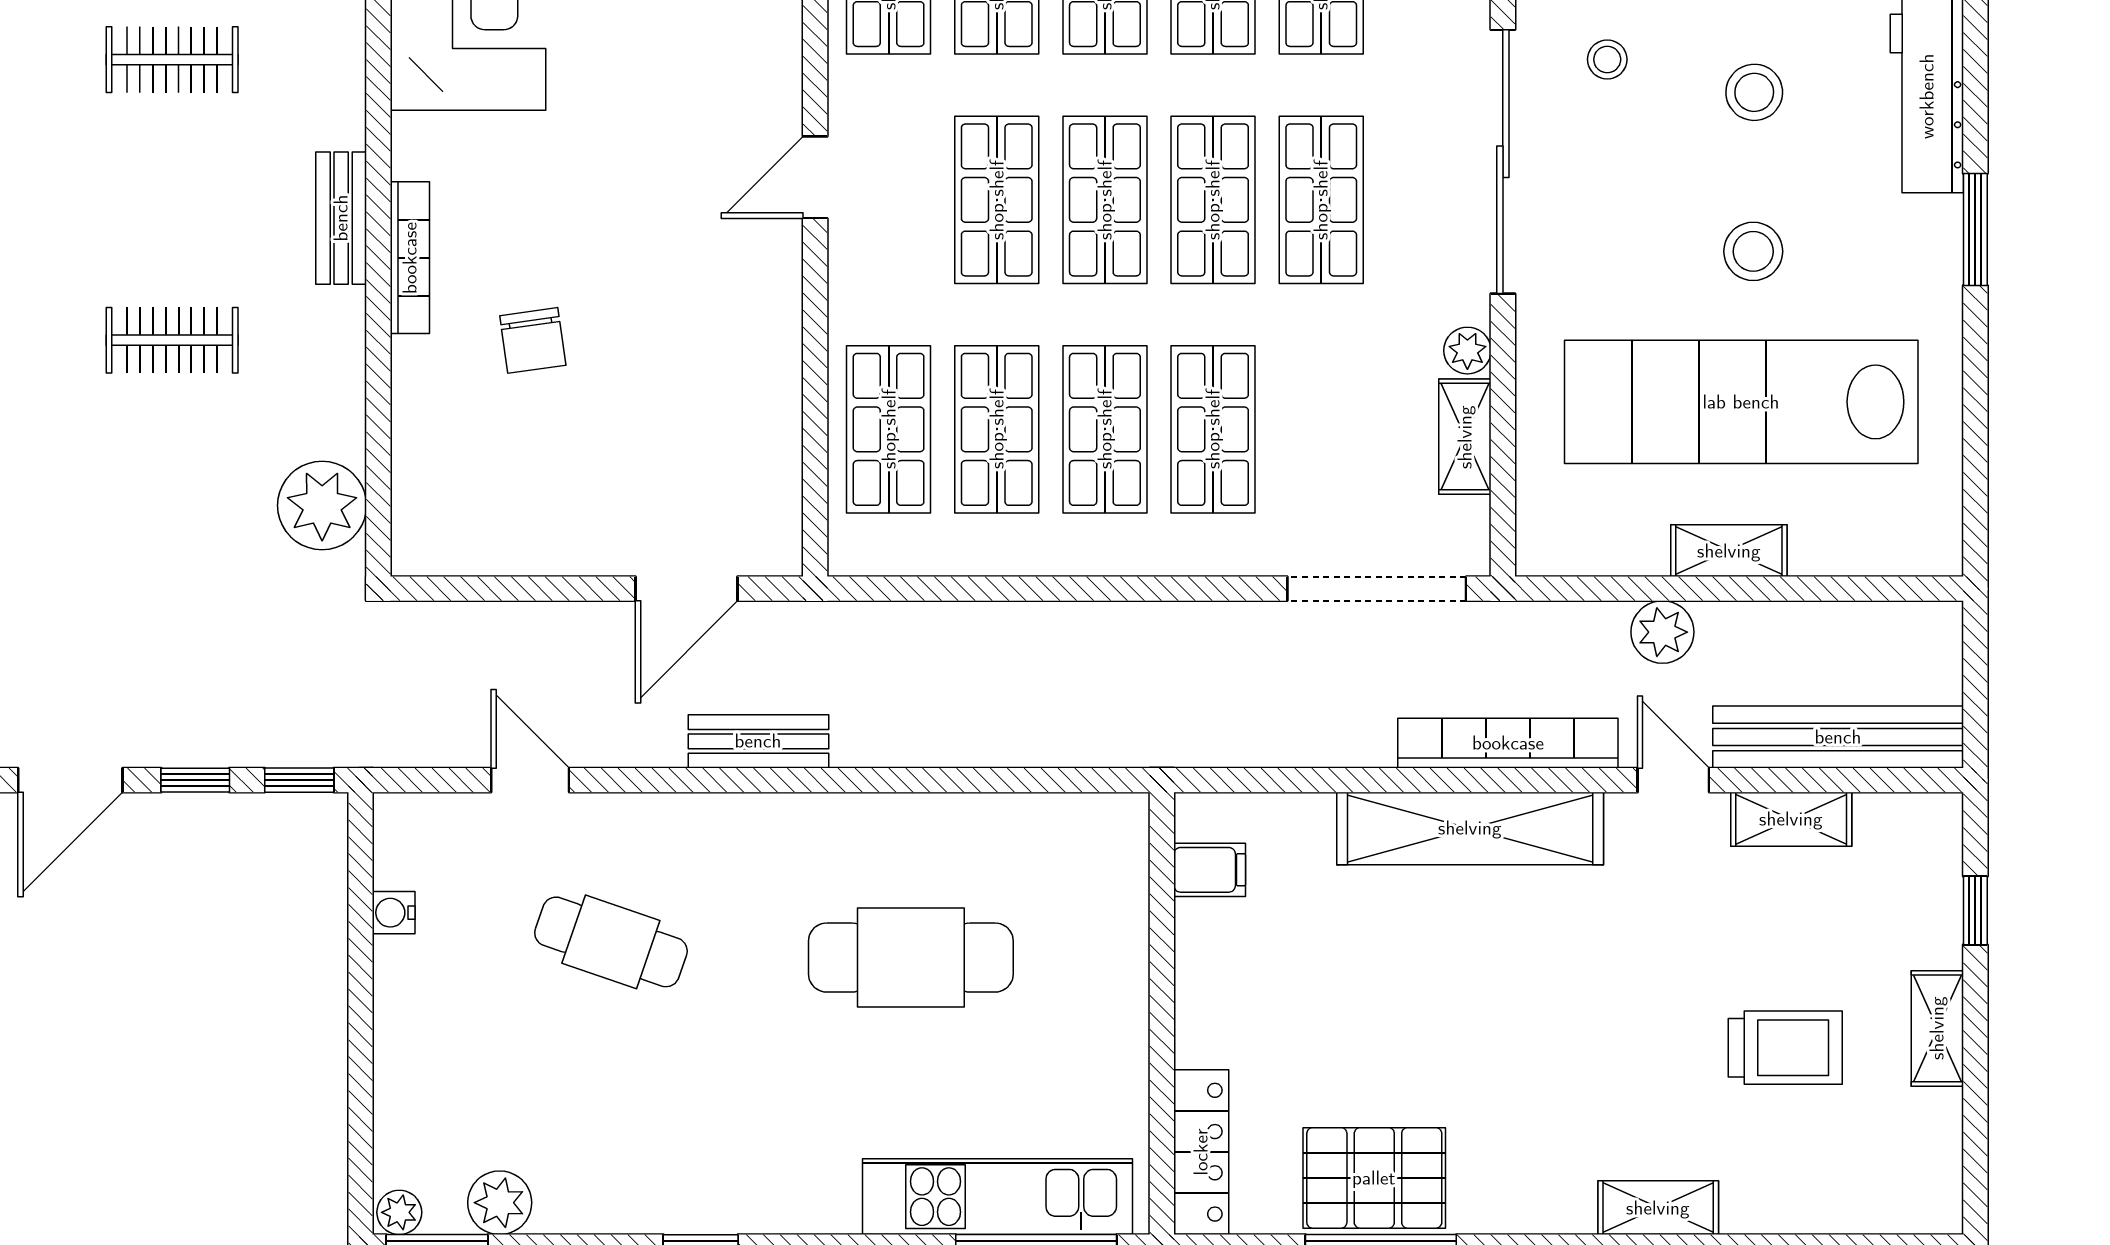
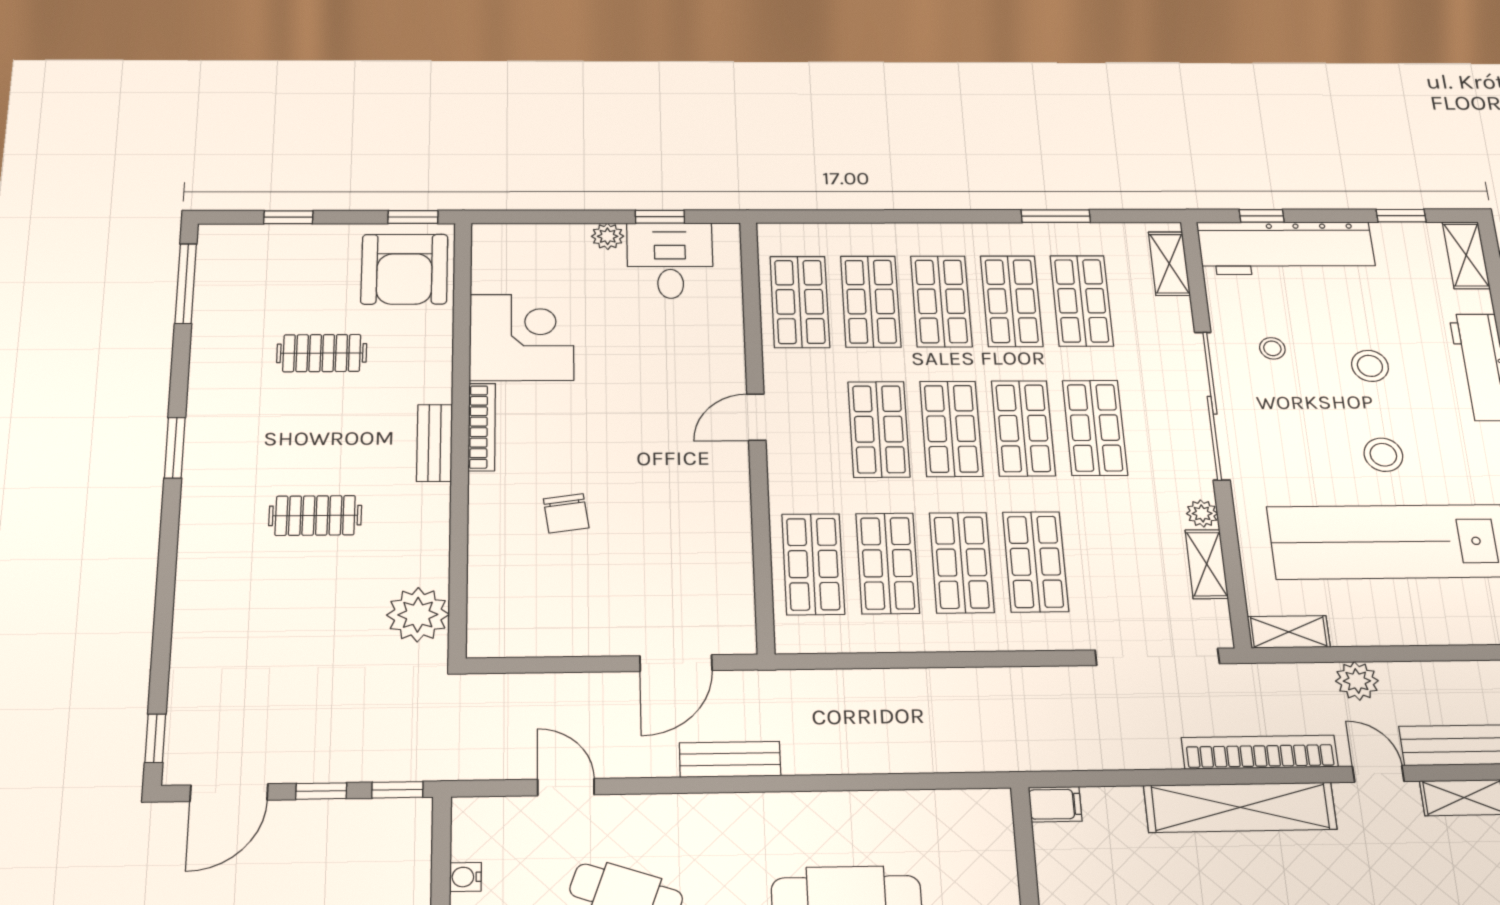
bookcase: (410, 258) -> (482, 427), moved
shelving: (1729, 551) -> (1289, 632), moved
filing cabinet: (1210, 870) -> (1055, 804), moved

